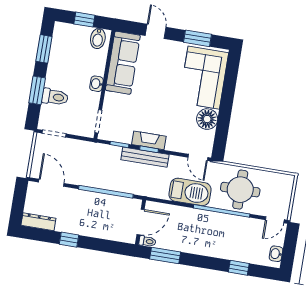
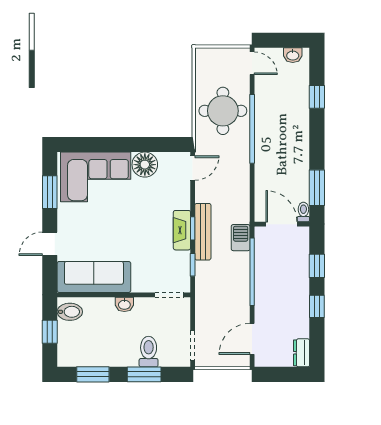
barbecue: (190, 192) -> (241, 238), moved, width x0.53, depth x0.65
dresser: (38, 222) -> (302, 353), width x0.70
window: (102, 245) -> (317, 266), added

